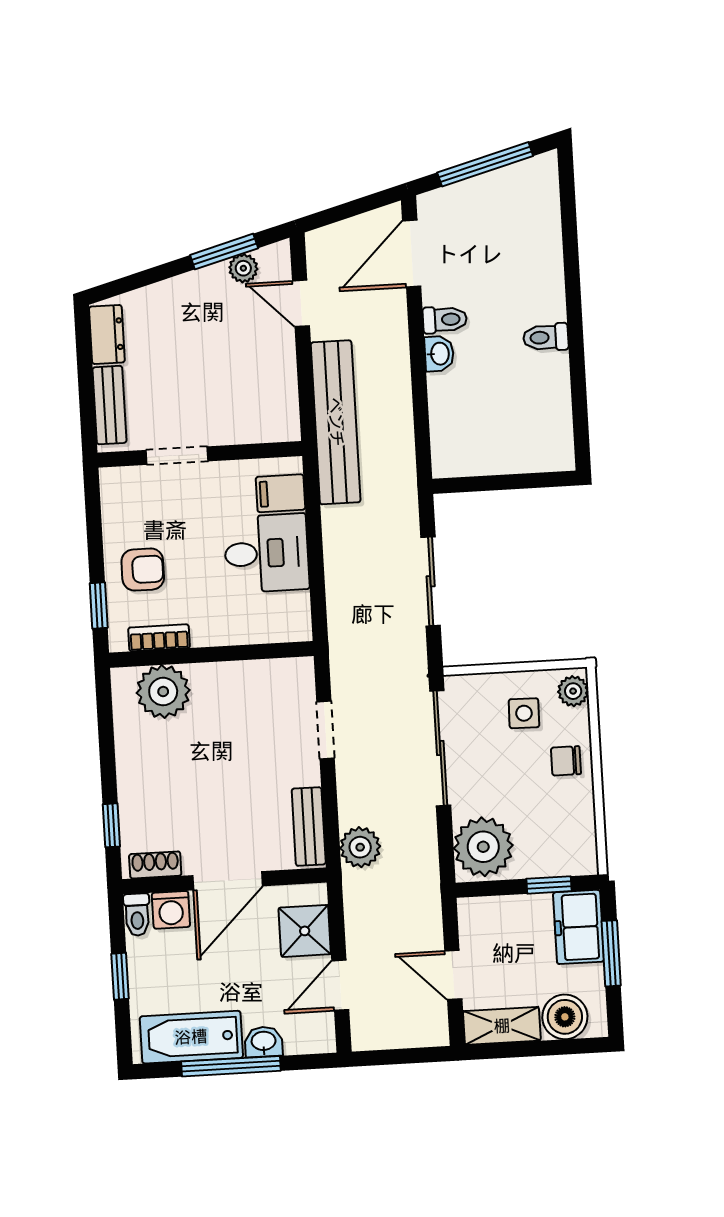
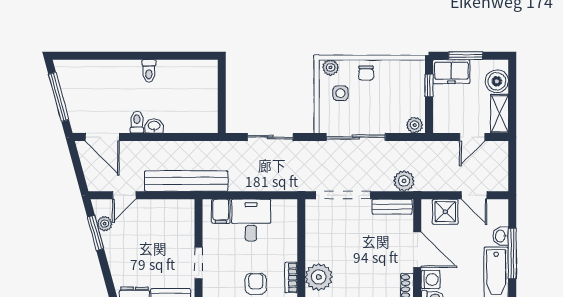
doorway: (326, 730) -> (343, 195), width x1.88
plant: (483, 847) -> (415, 125), width x0.53, depth x0.53

